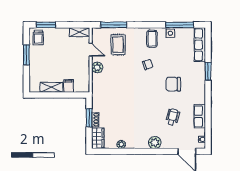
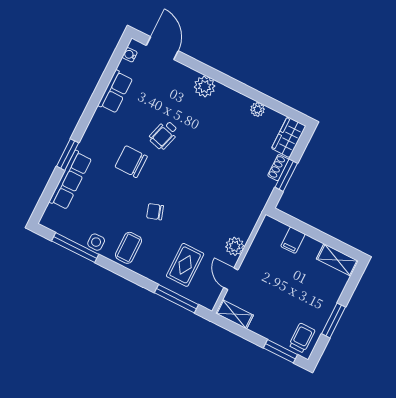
row of seats: (200, 45) -> (70, 180), moved
chair: (173, 84) -> (131, 162), turned 180
shelving: (52, 87) -> (337, 260), moved
wheelchair: (173, 117) -> (164, 135), moved

